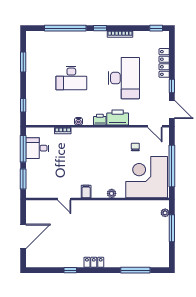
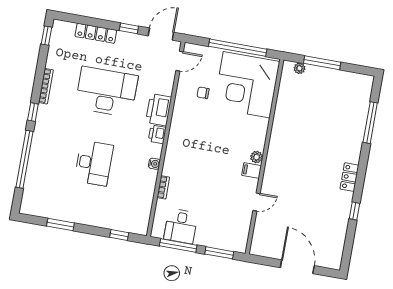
plant: (112, 193) -> (257, 157), moved

